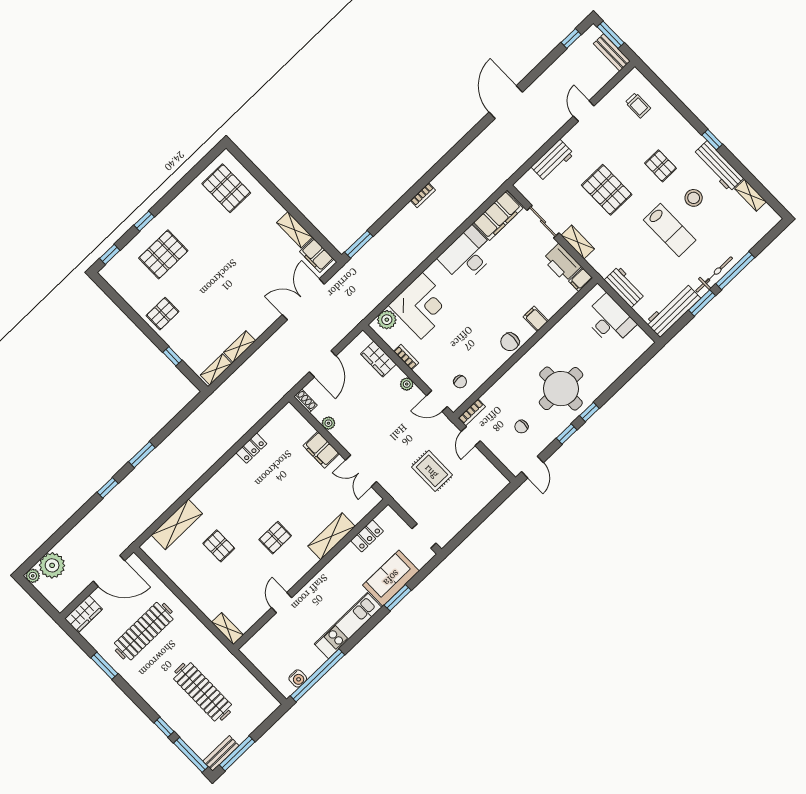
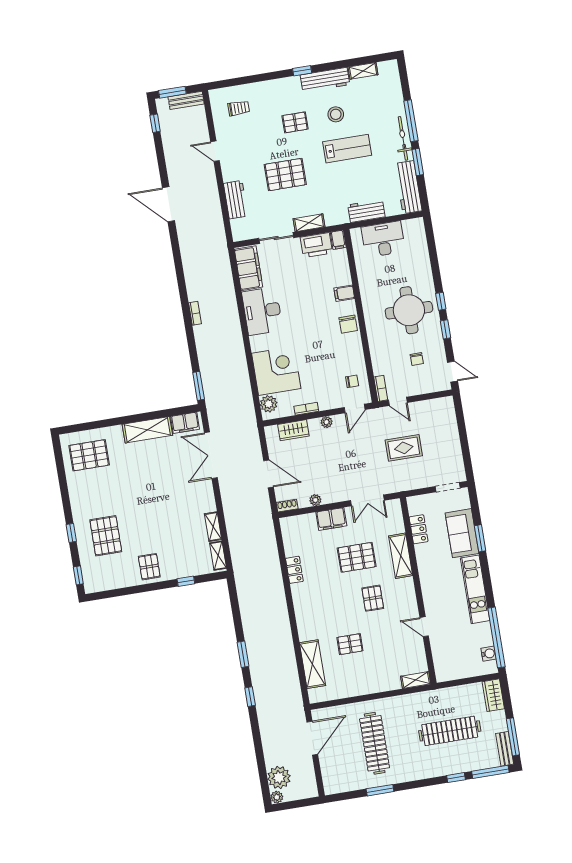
shelving: (294, 230) -> (147, 430), width x1.50, depth x1.33
pallet: (302, 497) -> (357, 557), added
wardrobe: (84, 614) -> (493, 695), moved, turned 180

